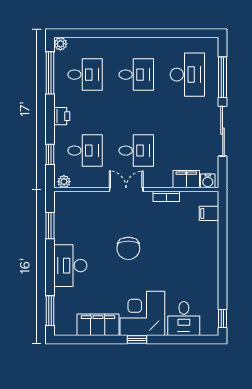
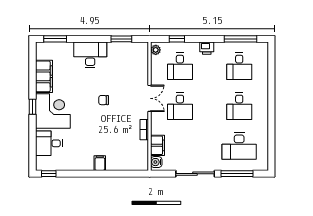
plant: (60, 44) -> (263, 47), removed
filing cabinet: (209, 213) -> (100, 163), moved
chair: (128, 248) -> (104, 100), width x0.54, depth x0.54

